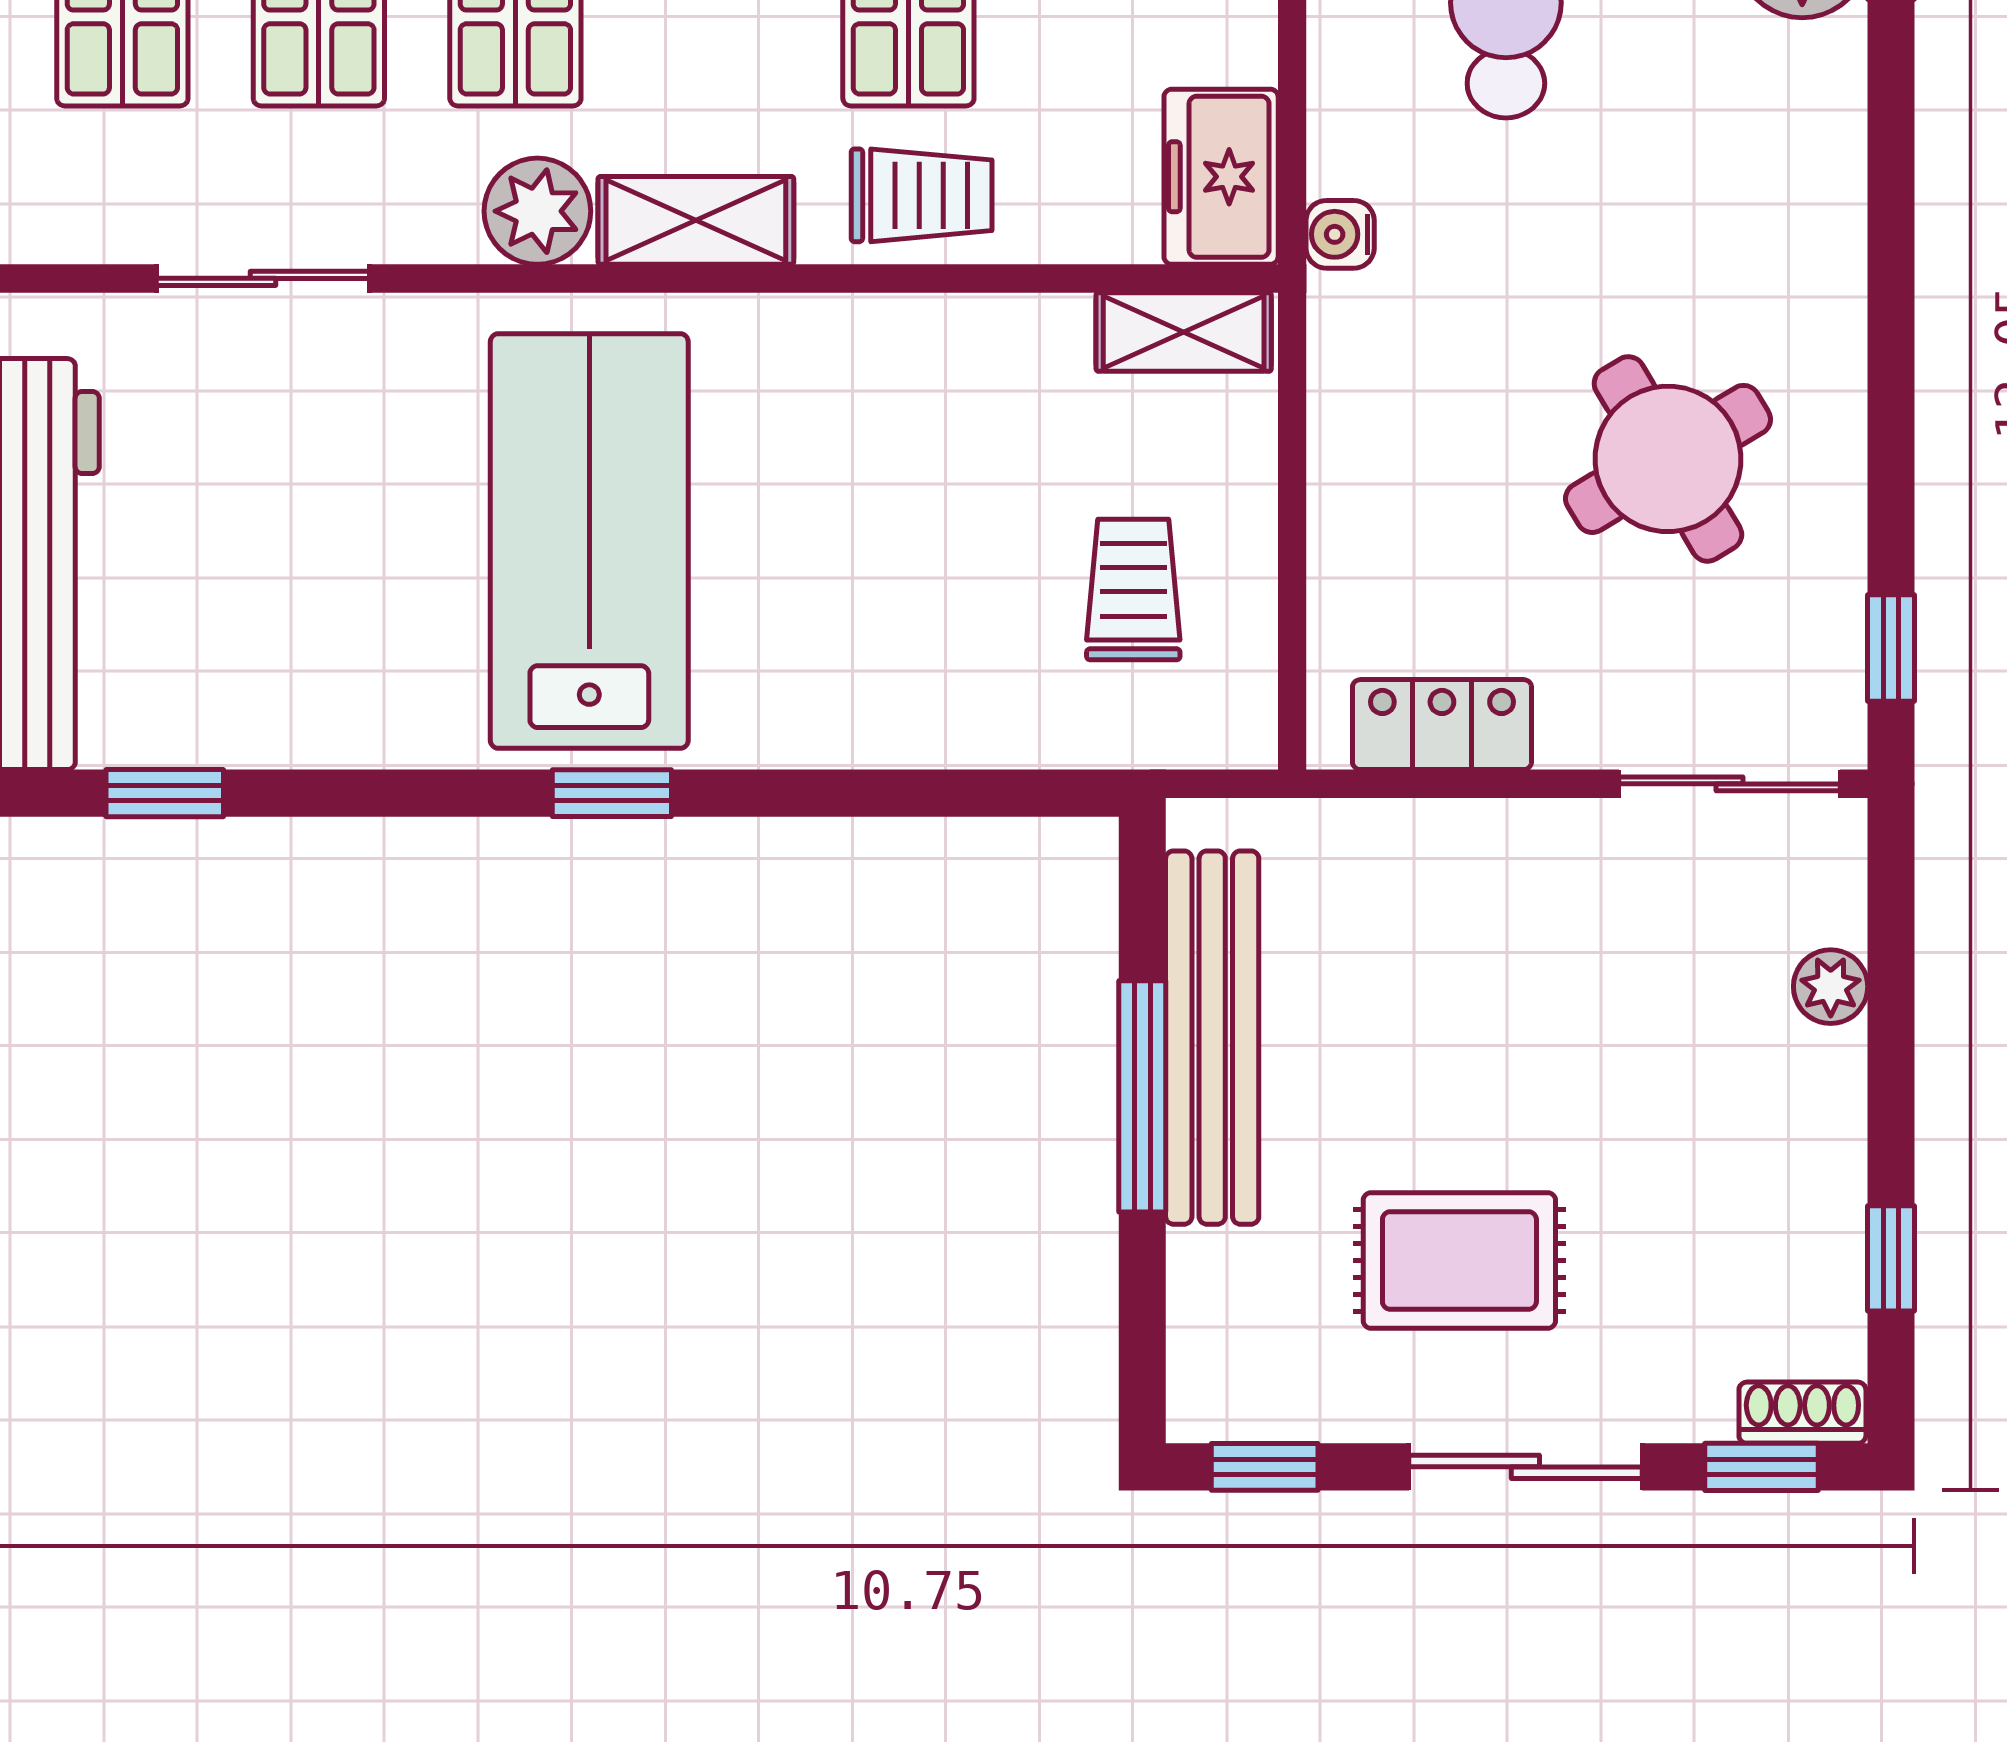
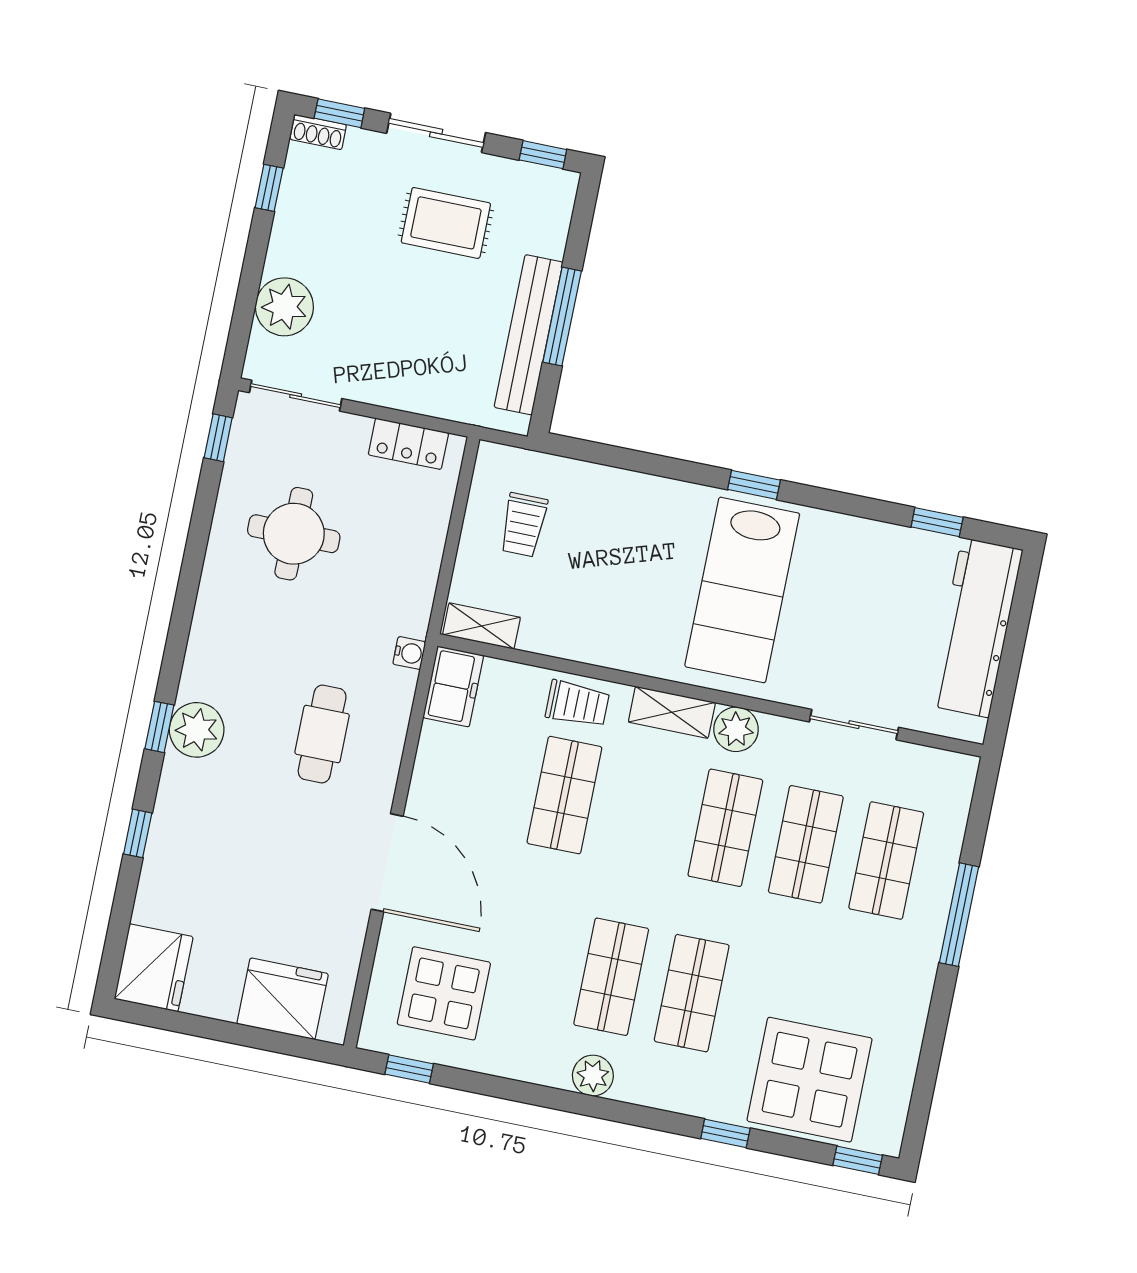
trolley: (922, 195) -> (577, 704), turned 180
round table: (1668, 459) -> (294, 534), turned 31
plant: (1831, 987) -> (284, 307), width x1.87, depth x1.87

